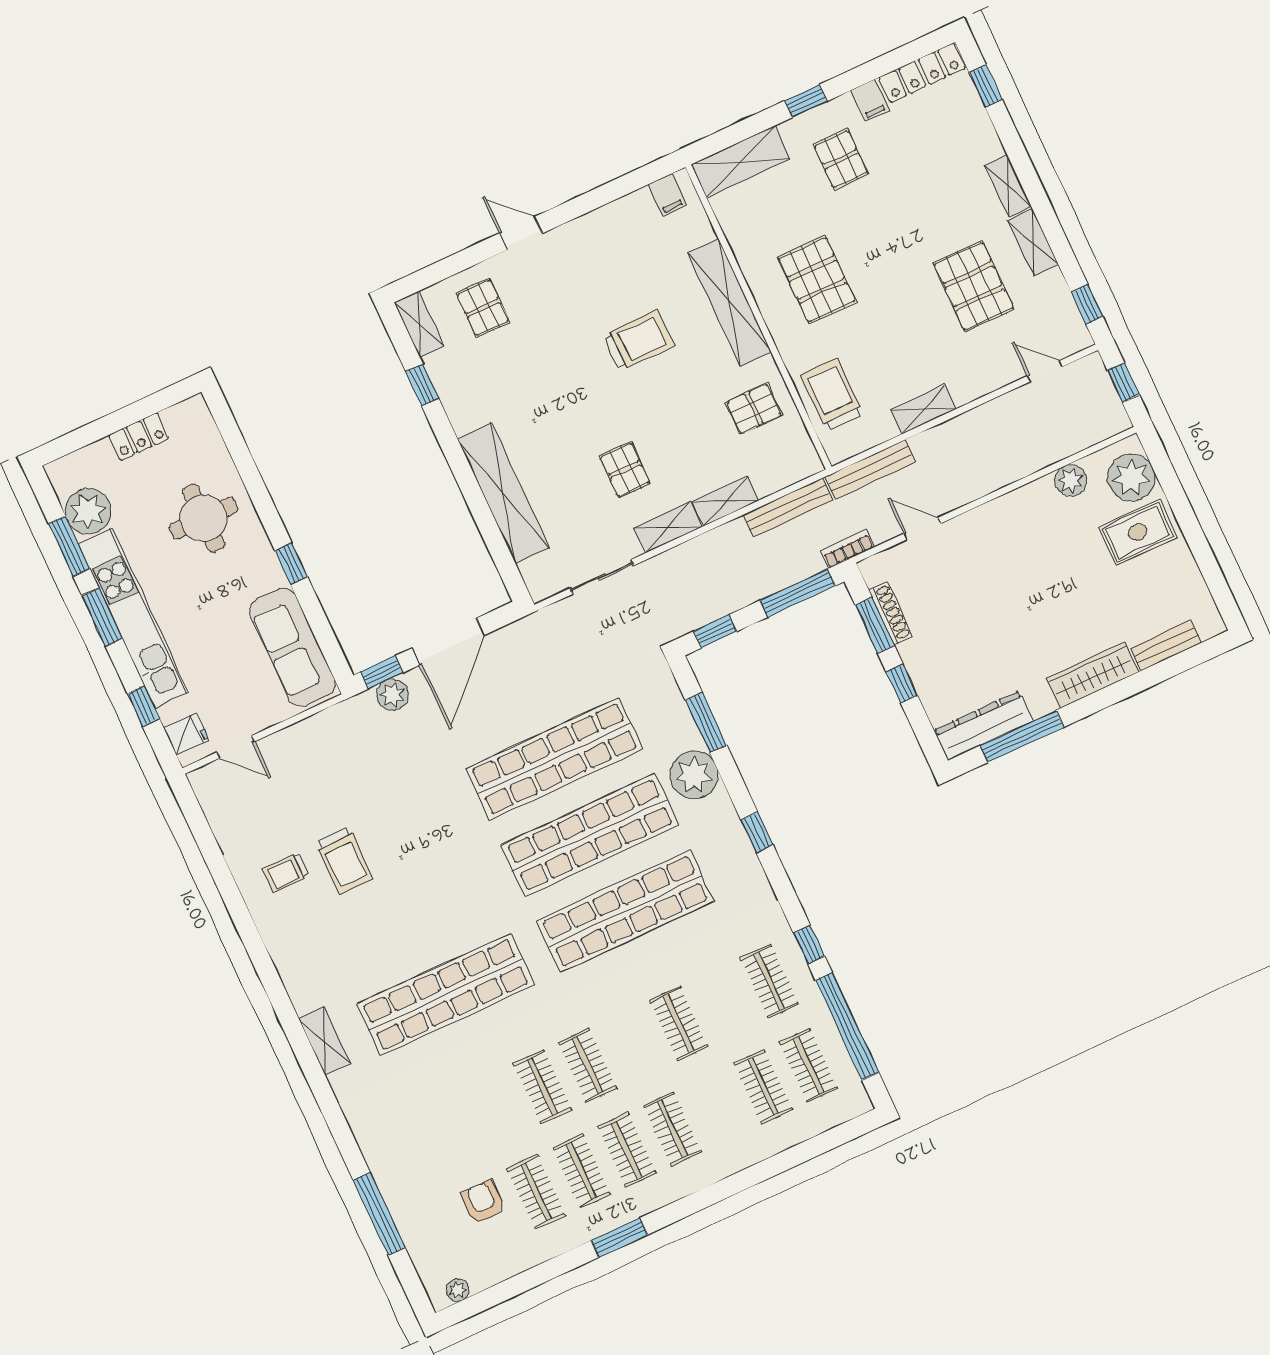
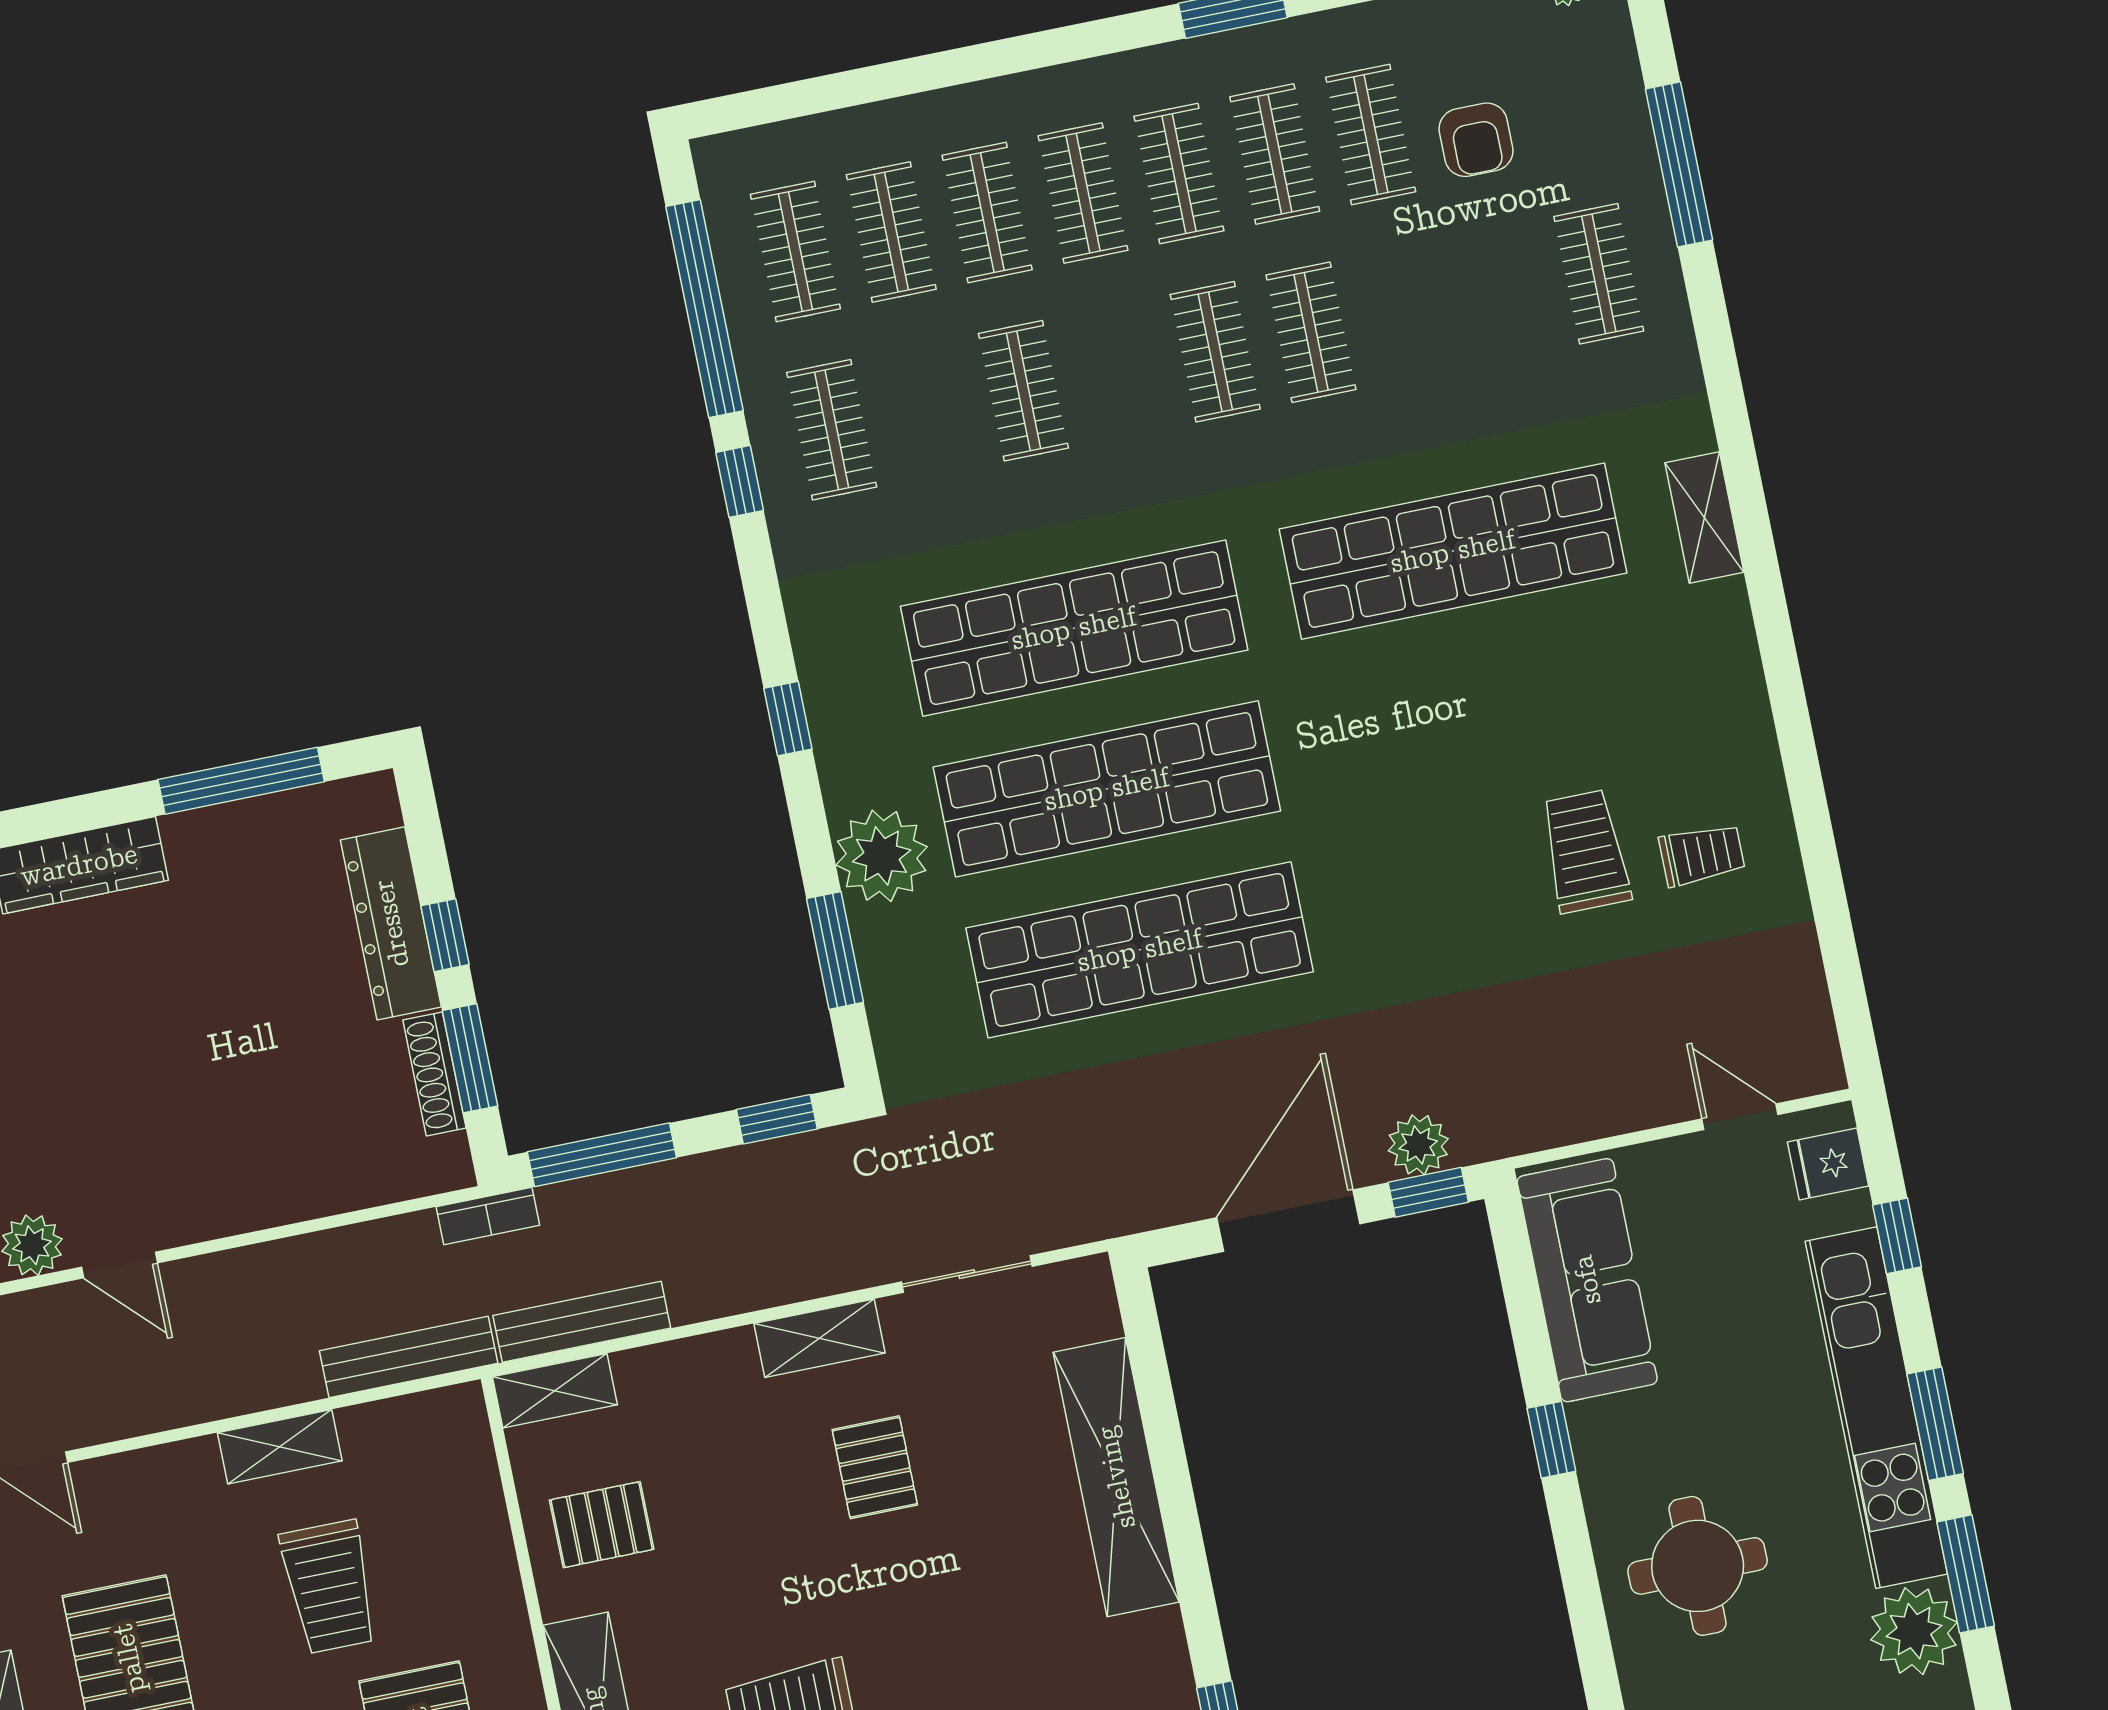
trolley: (832, 395) -> (329, 1587), moved
shelving: (726, 501) -> (555, 1391), moved
door: (922, 528) -> (120, 1265), moved
dresser: (983, 726) -> (391, 923), moved, turned 90
clothes rail: (718, 1108) -> (987, 213), added
clothes rail: (406, 1150) -> (1599, 274), added

